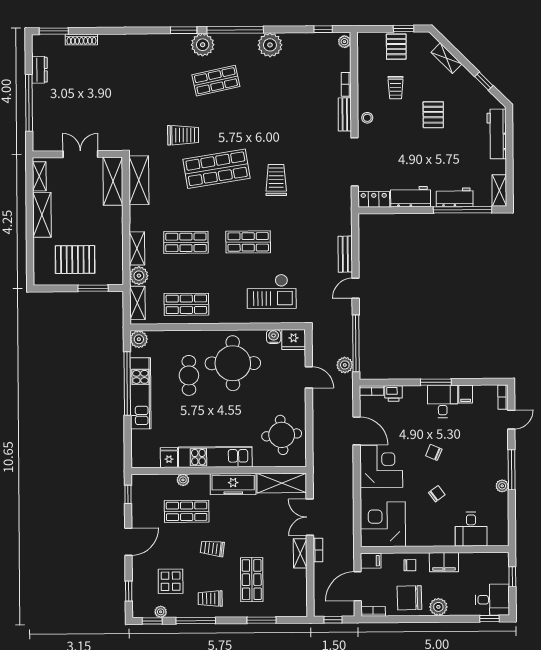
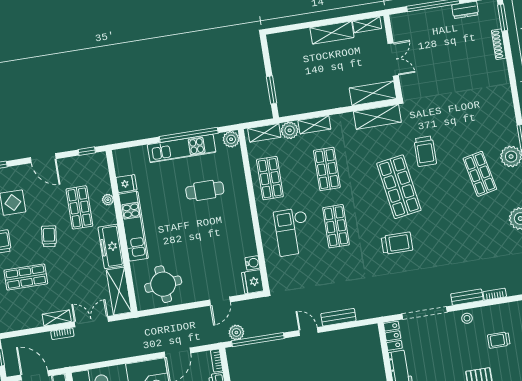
pallet: (75, 260) -> (295, 69), removed
checkout: (272, 291) -> (293, 232), moved
round table: (233, 363) -> (222, 229), removed

